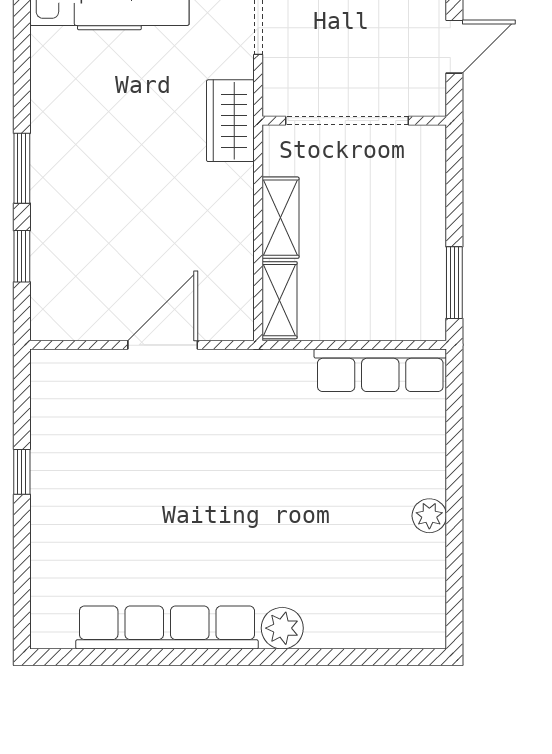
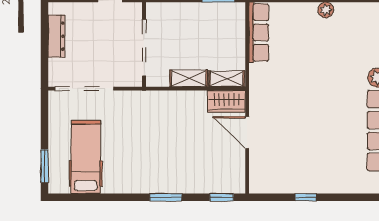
wardrobe: (230, 121) -> (226, 101), moved
window: (22, 256) -> (222, 197), moved

